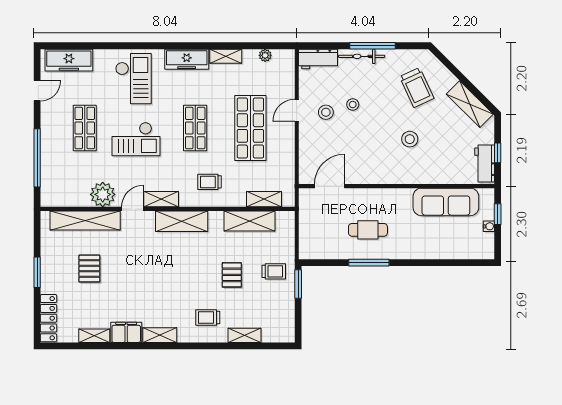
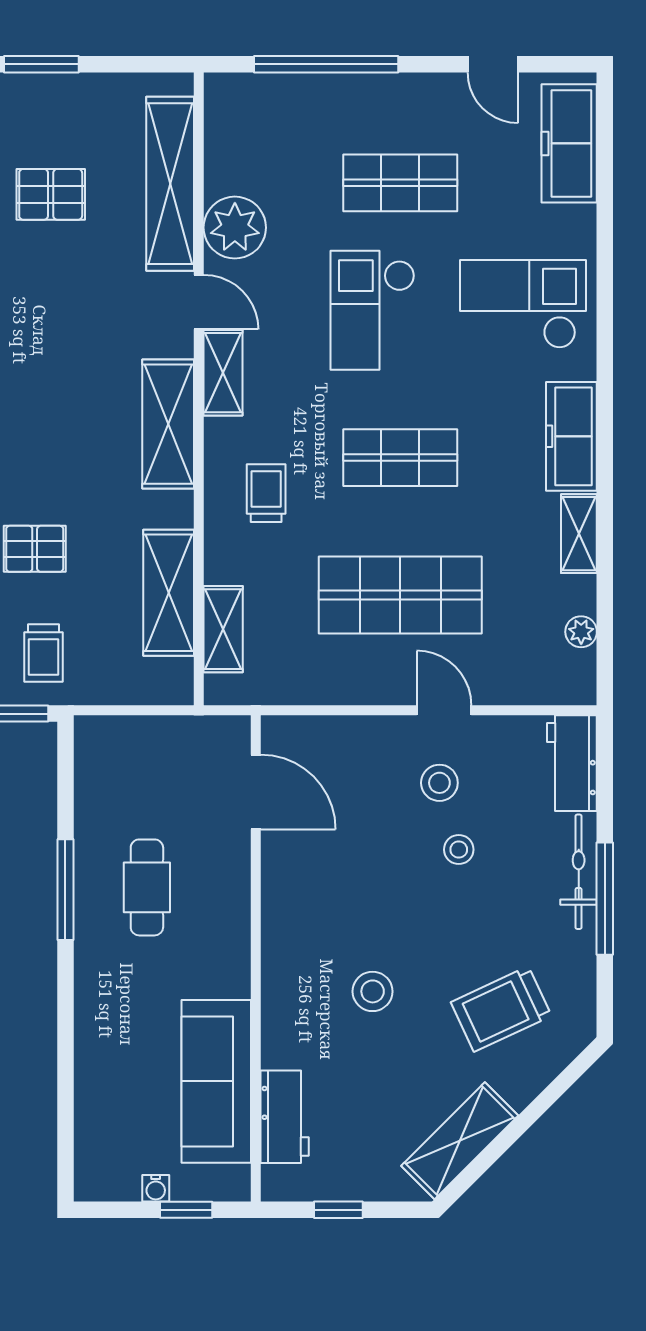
checkout: (133, 79) -> (523, 304), turned 180
workbench: (485, 164) -> (285, 1117), moved, turned 90

